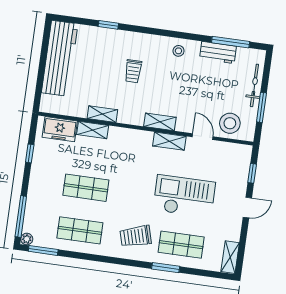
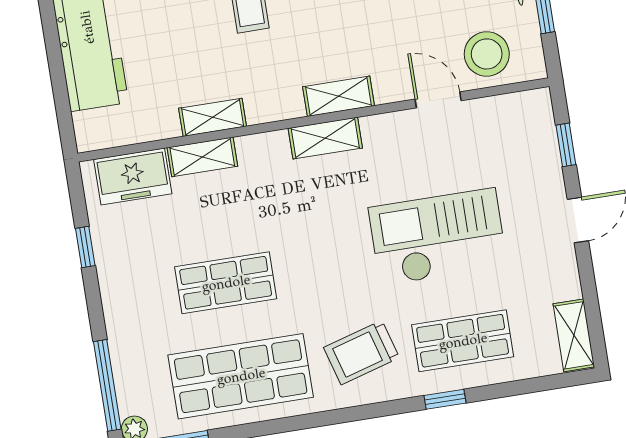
shelving: (169, 141) -> (325, 138), moved
shop shelf: (80, 230) -> (241, 376), width x1.43, depth x1.36
window: (166, 268) -> (445, 399), width x0.67

